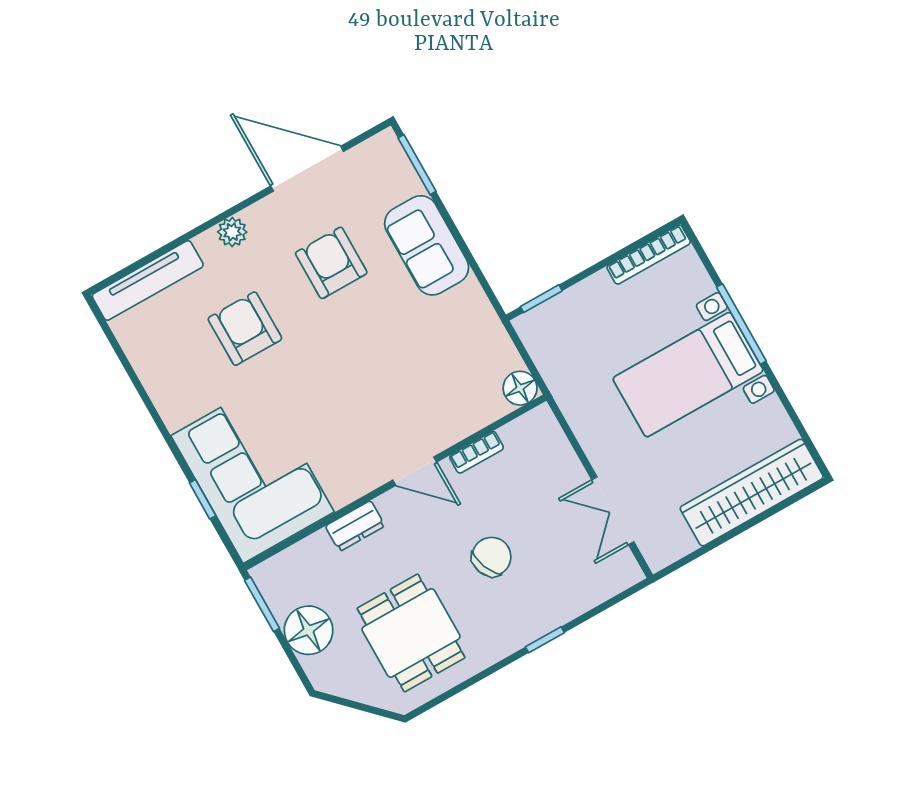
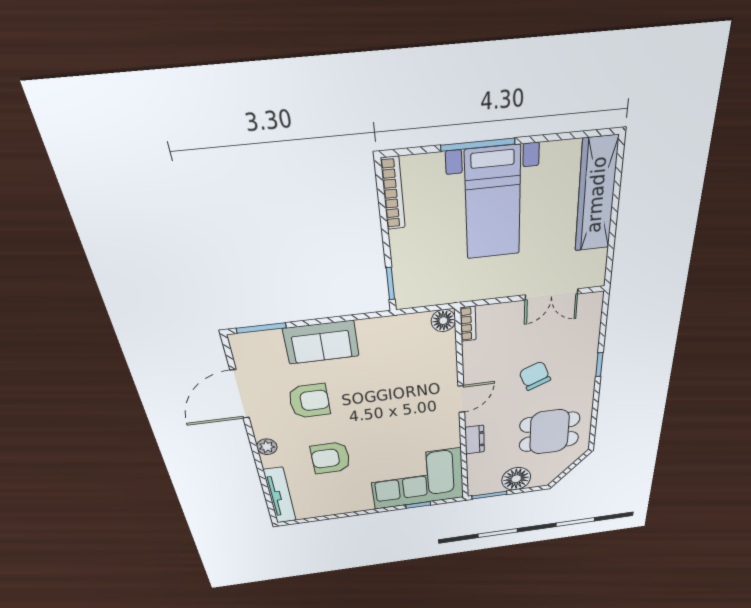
armchair: (331, 263) -> (309, 401), turned 180
bookcase: (477, 452) -> (468, 324), moved

